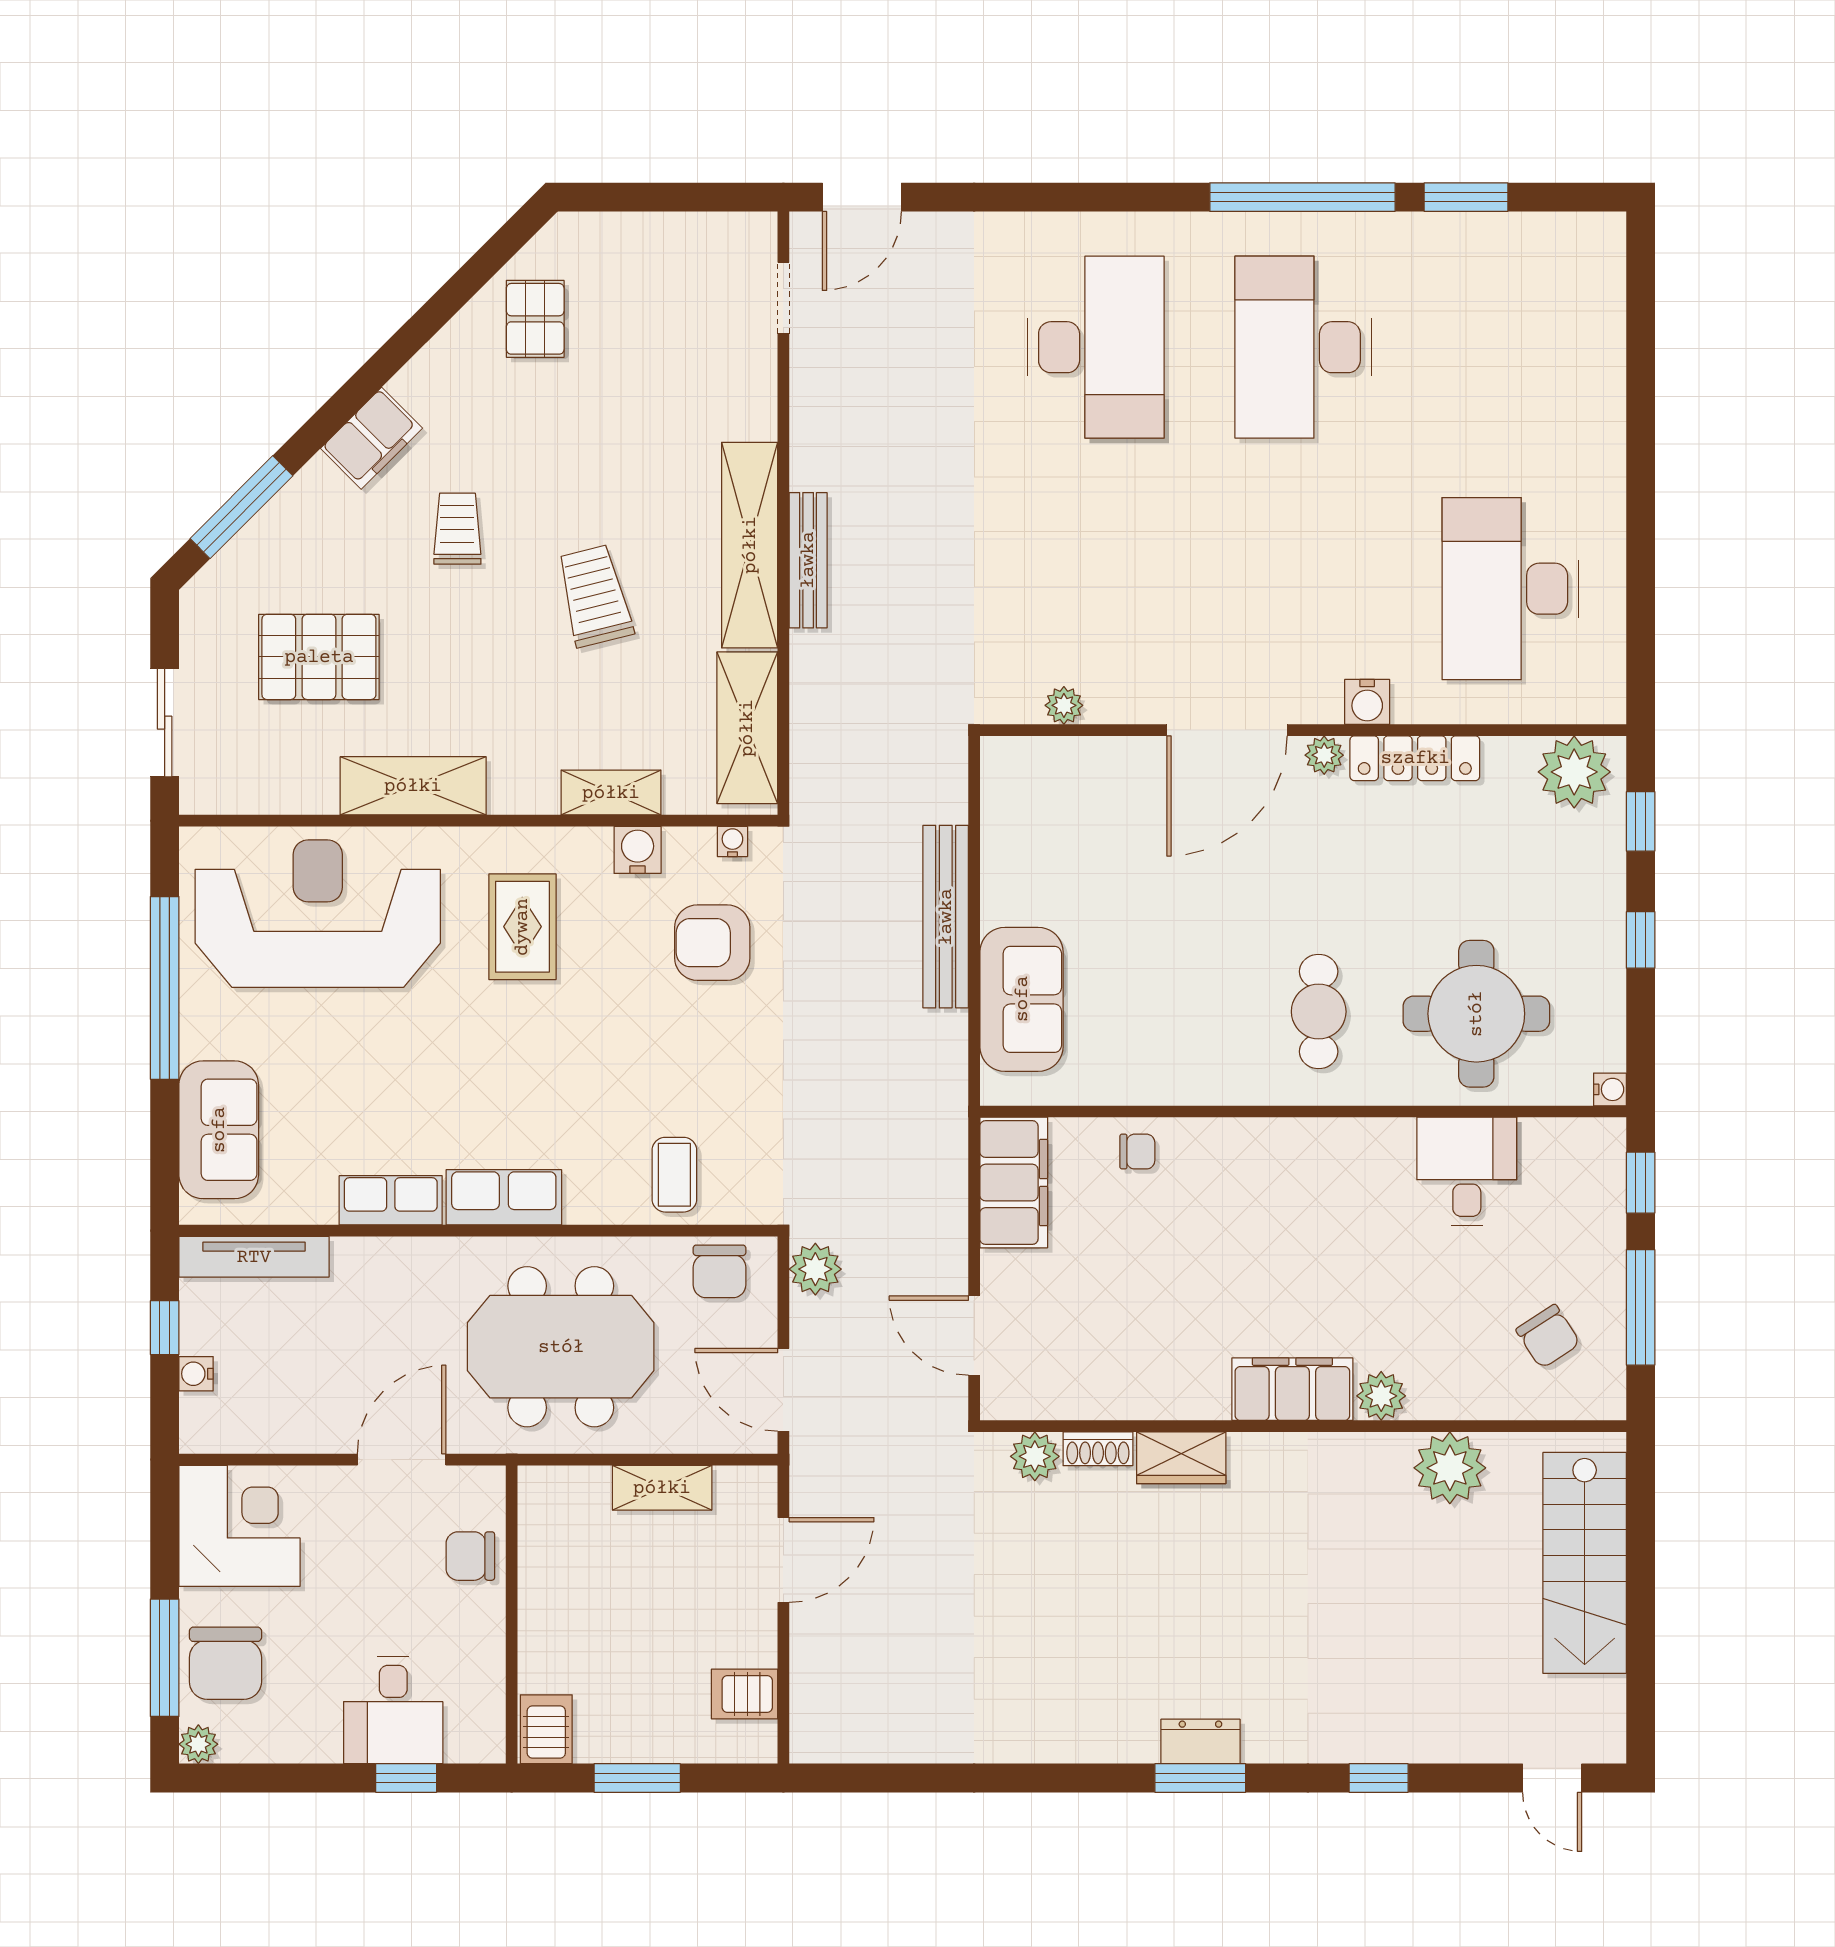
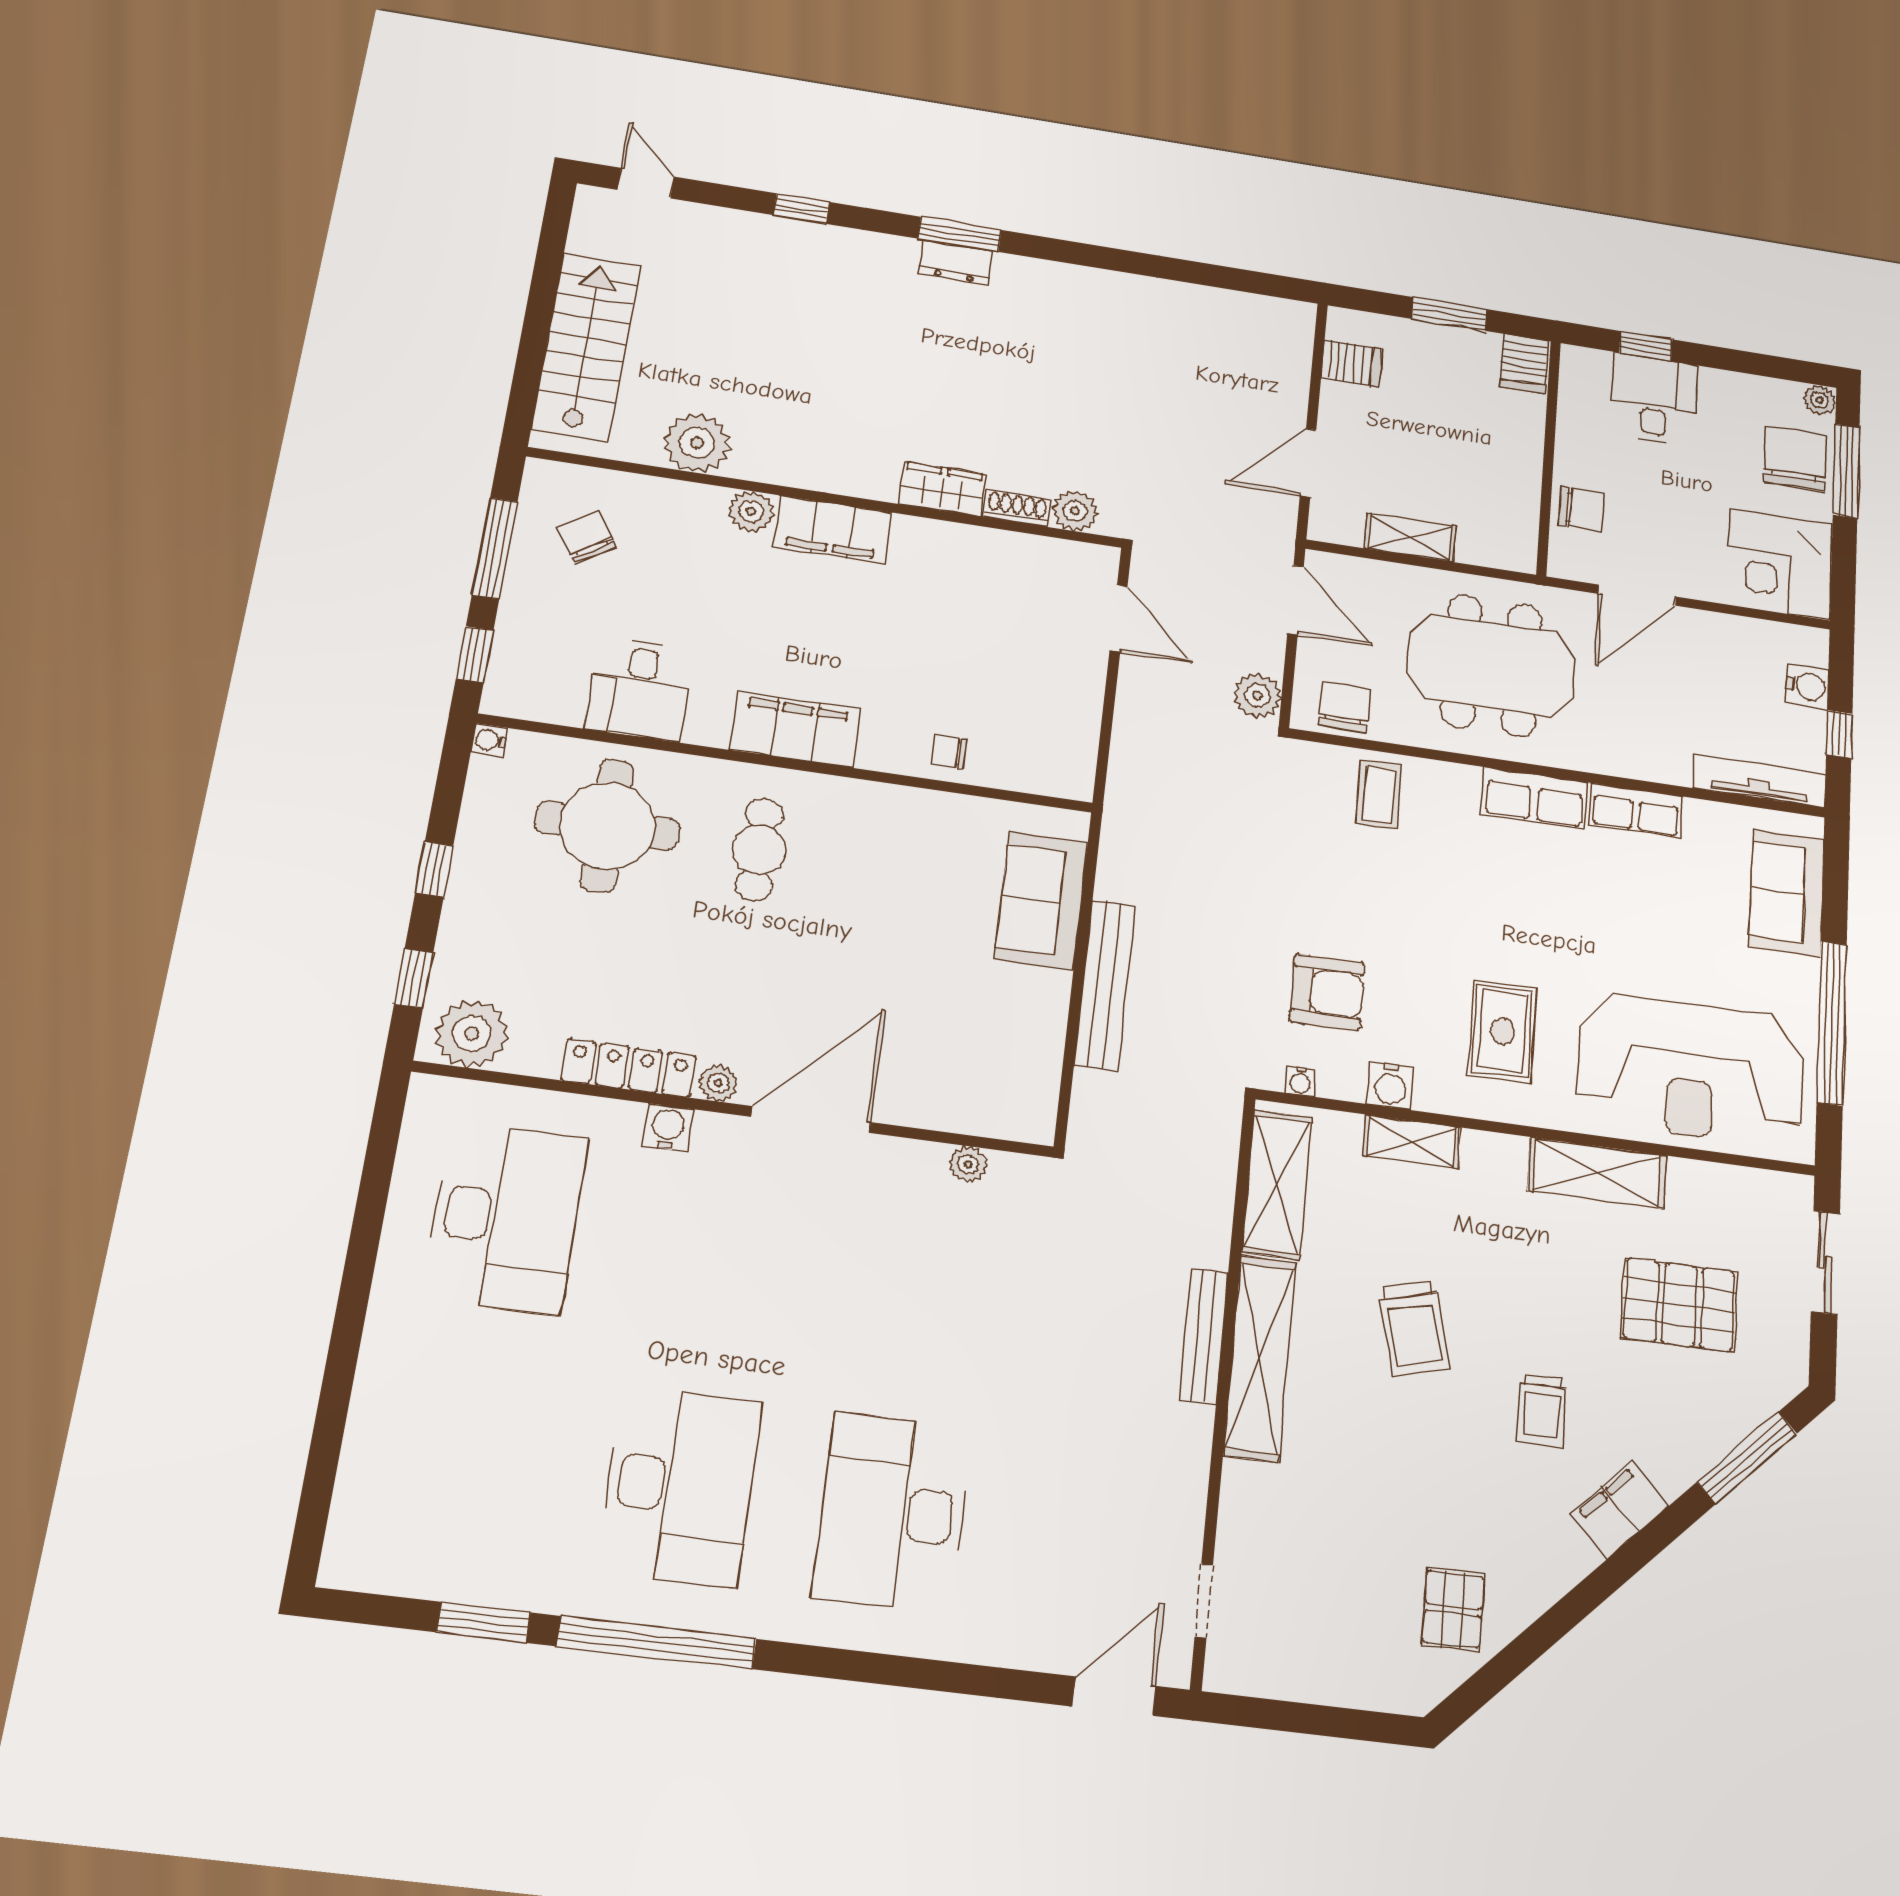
filing cabinet: (1014, 1183) -> (795, 730), moved, turned 90
water cooler: (196, 1374) -> (1807, 686), width x1.38, depth x1.38

